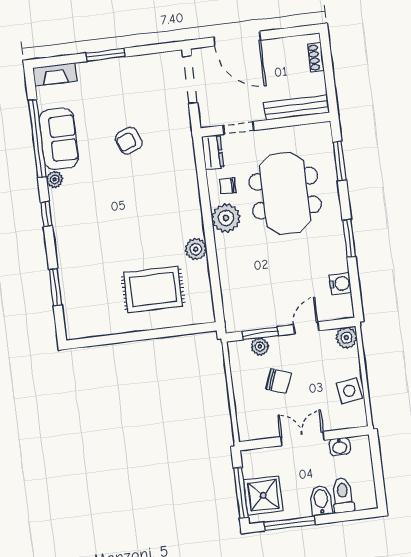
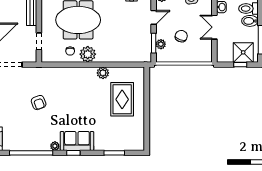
sofa: (59, 139) -> (77, 141), moved
dresser: (213, 152) -> (51, 57), removed
door: (306, 328) -> (154, 17), swing flipped
window: (241, 493) -> (240, 65), width x0.46

